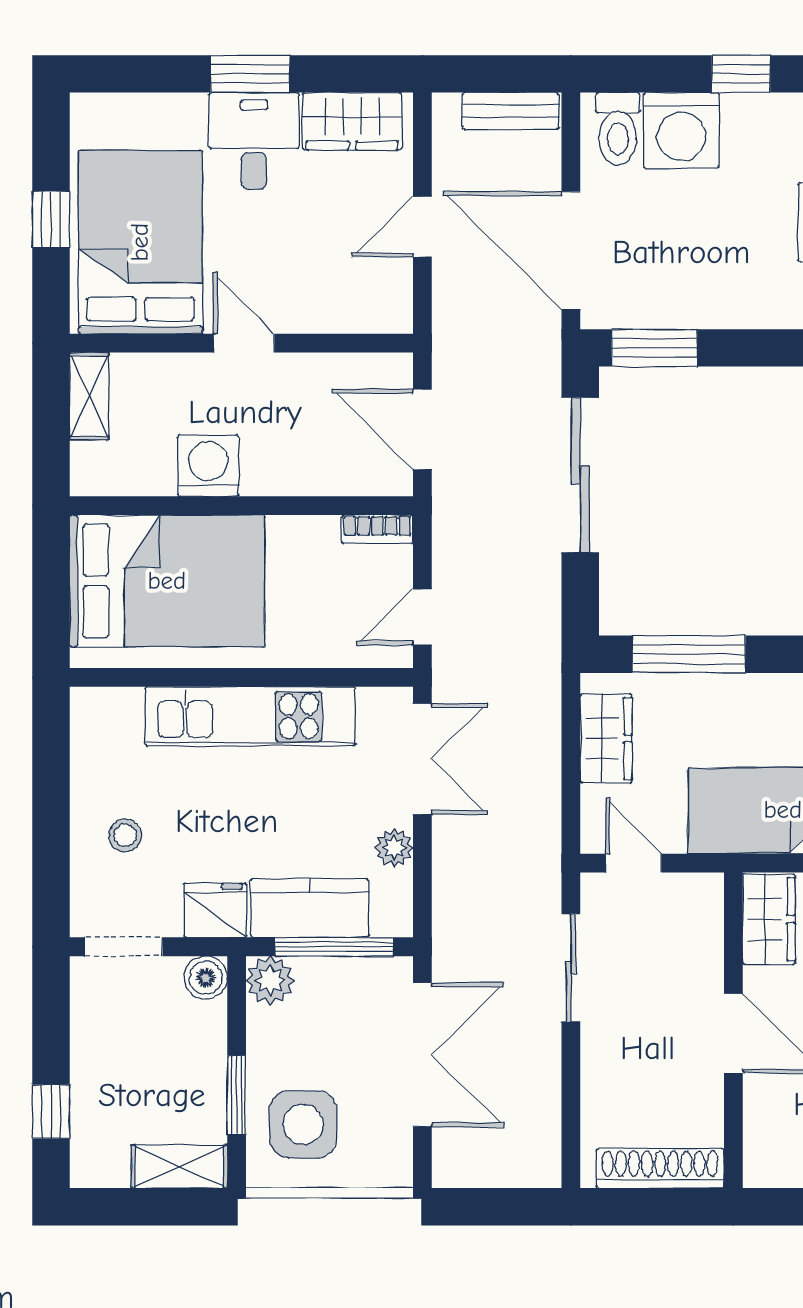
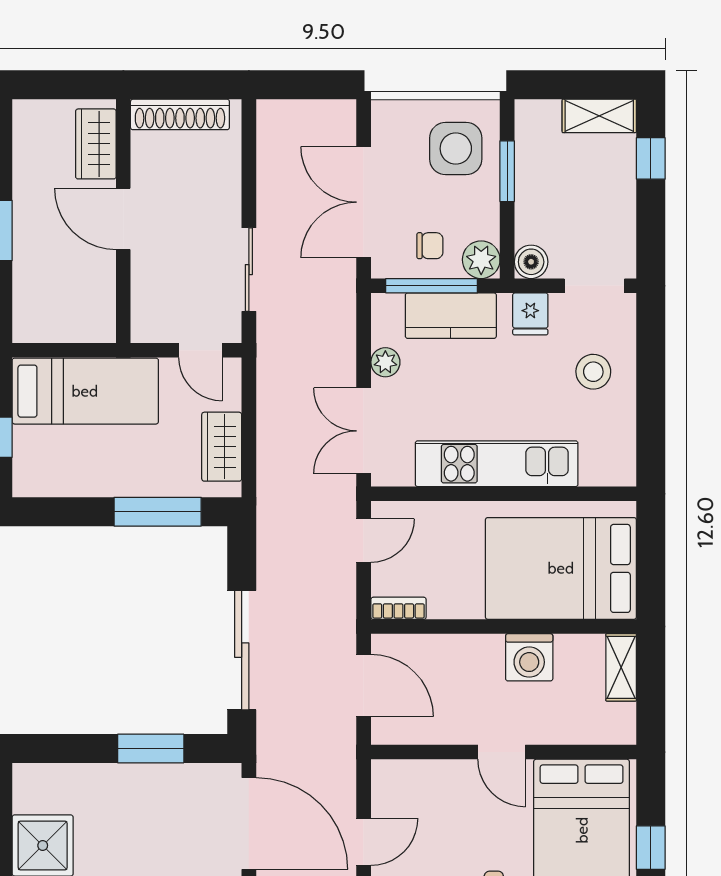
window: (654, 348) -> (151, 748), moved
shelving: (89, 396) -> (621, 667), moved
stool: (125, 835) -> (593, 372), width x1.37, depth x1.37
fridge: (216, 910) -> (530, 314), width x0.72
wardrobe: (769, 919) -> (96, 144), moved
chair: (337, 999) -> (430, 246), added
shelving: (179, 1167) -> (599, 116), moved

